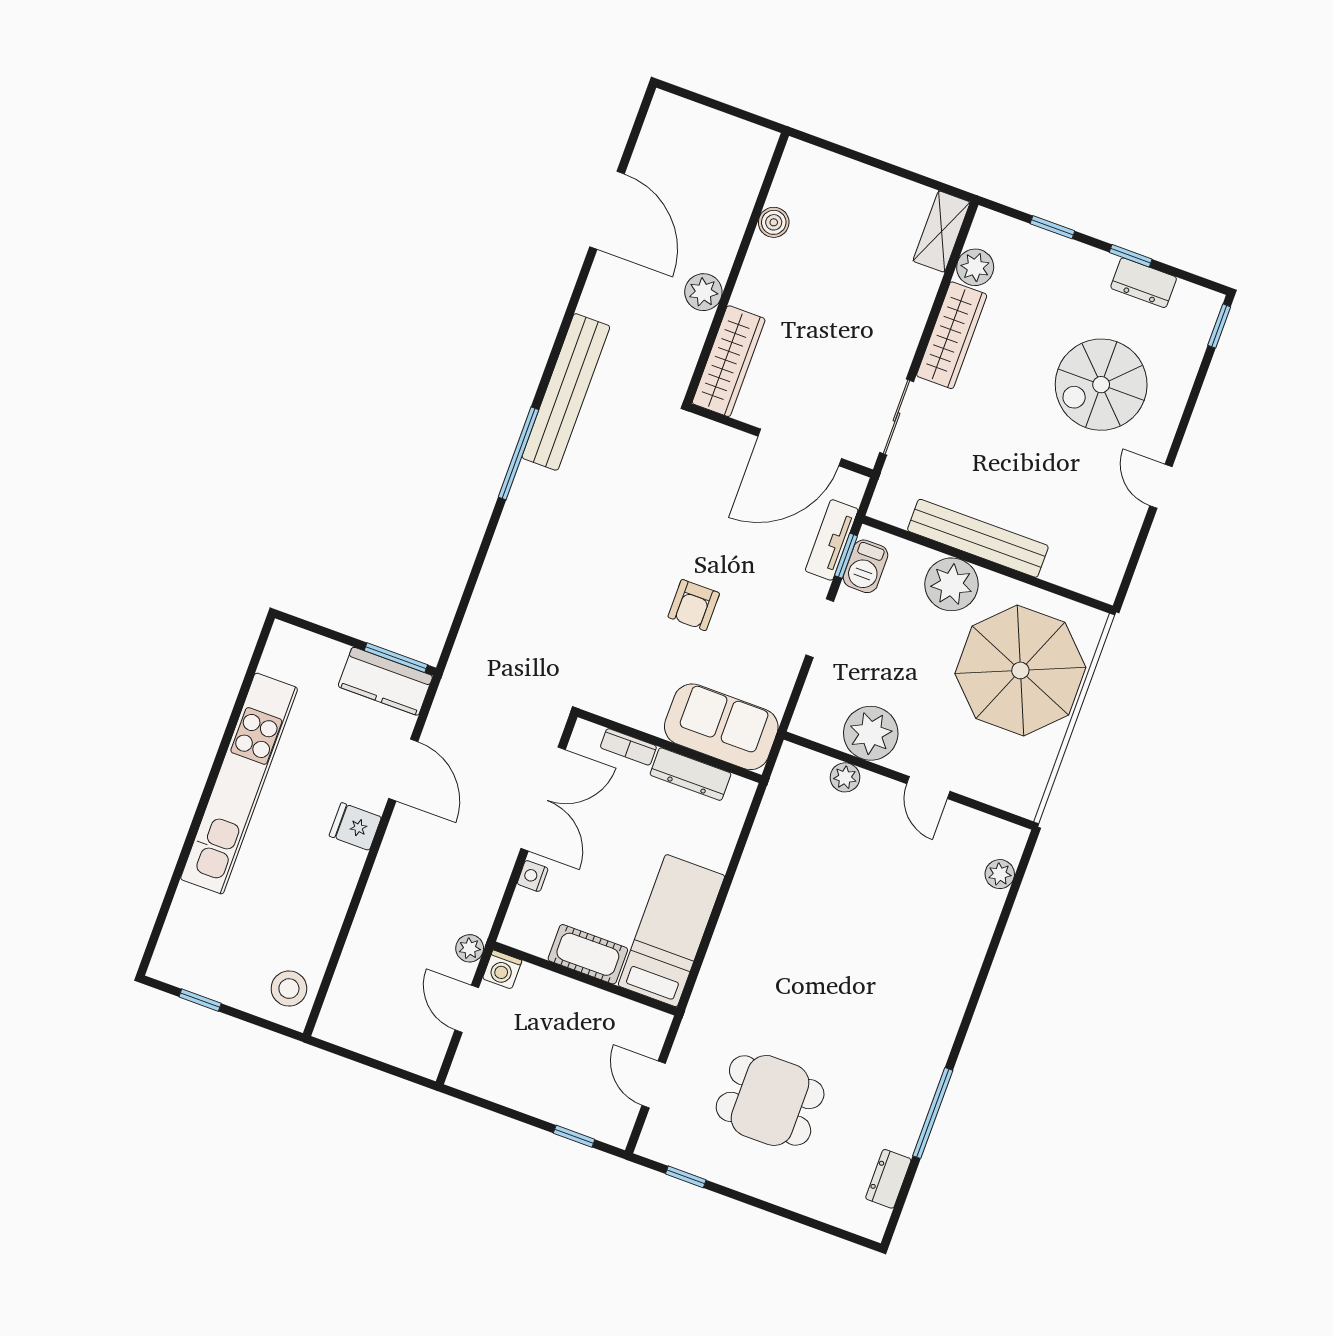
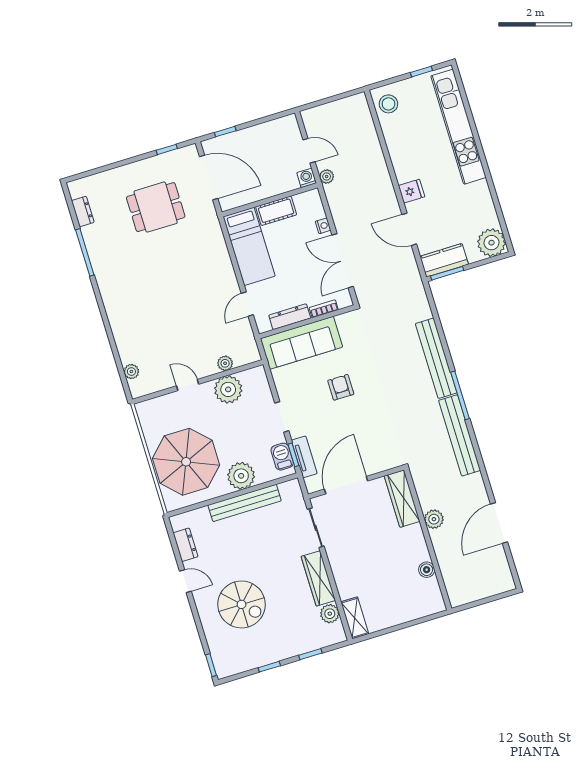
door: (607, 210) -> (499, 523), hinge flipped
dresser: (1144, 283) -> (185, 545), moved, turned 90
spiral stairs: (1101, 385) -> (242, 604), turned 90
bench: (512, 539) -> (436, 358), added
plant: (291, 653) -> (492, 243), added
sofa: (721, 727) -> (301, 343), width x1.36
kitchen unit: (239, 784) -> (459, 127), moved
door: (741, 843) -> (247, 304), added
door: (654, 1084) -> (209, 178), width x1.87

